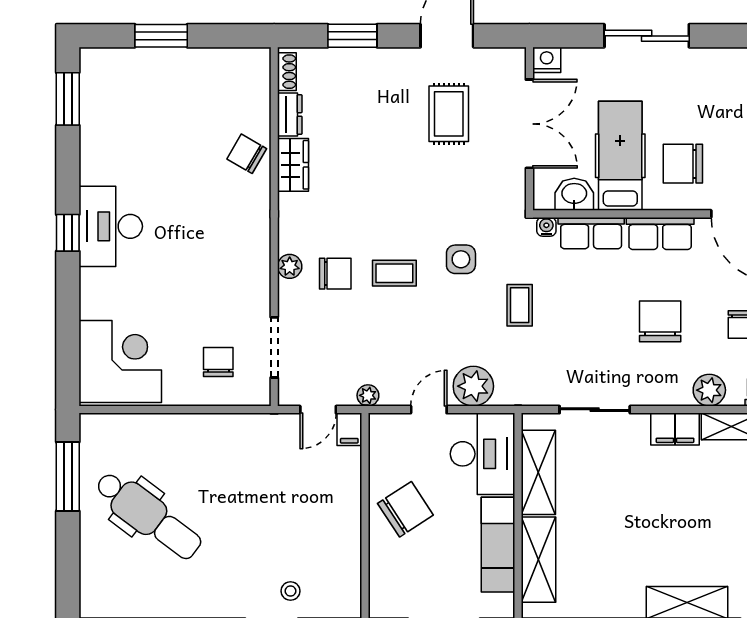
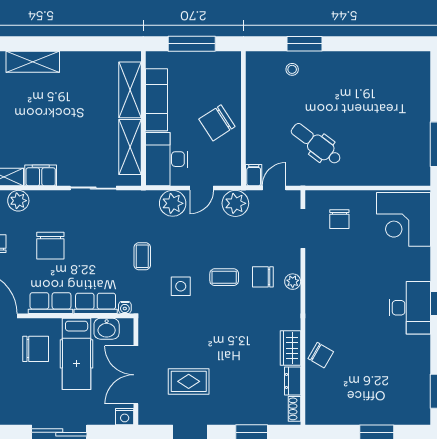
rug: (449, 114) -> (189, 381), turned 90
plant: (368, 395) -> (235, 203), width x1.88, depth x1.88
dental chair: (148, 515) -> (316, 144), moved, width x0.73, depth x0.72

